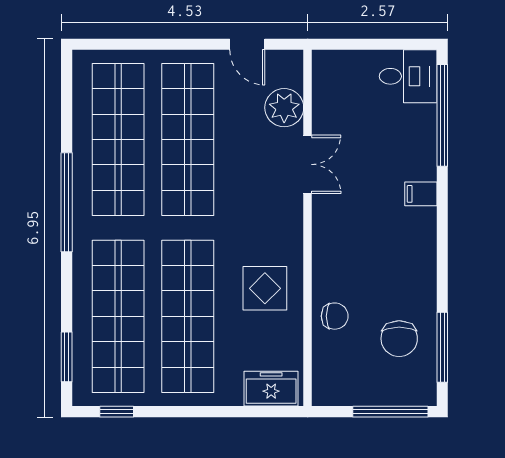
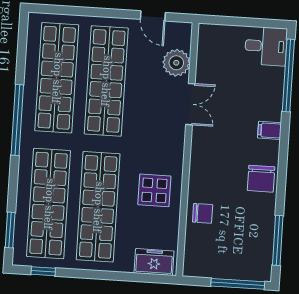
chair: (399, 339) -> (261, 179), moved

